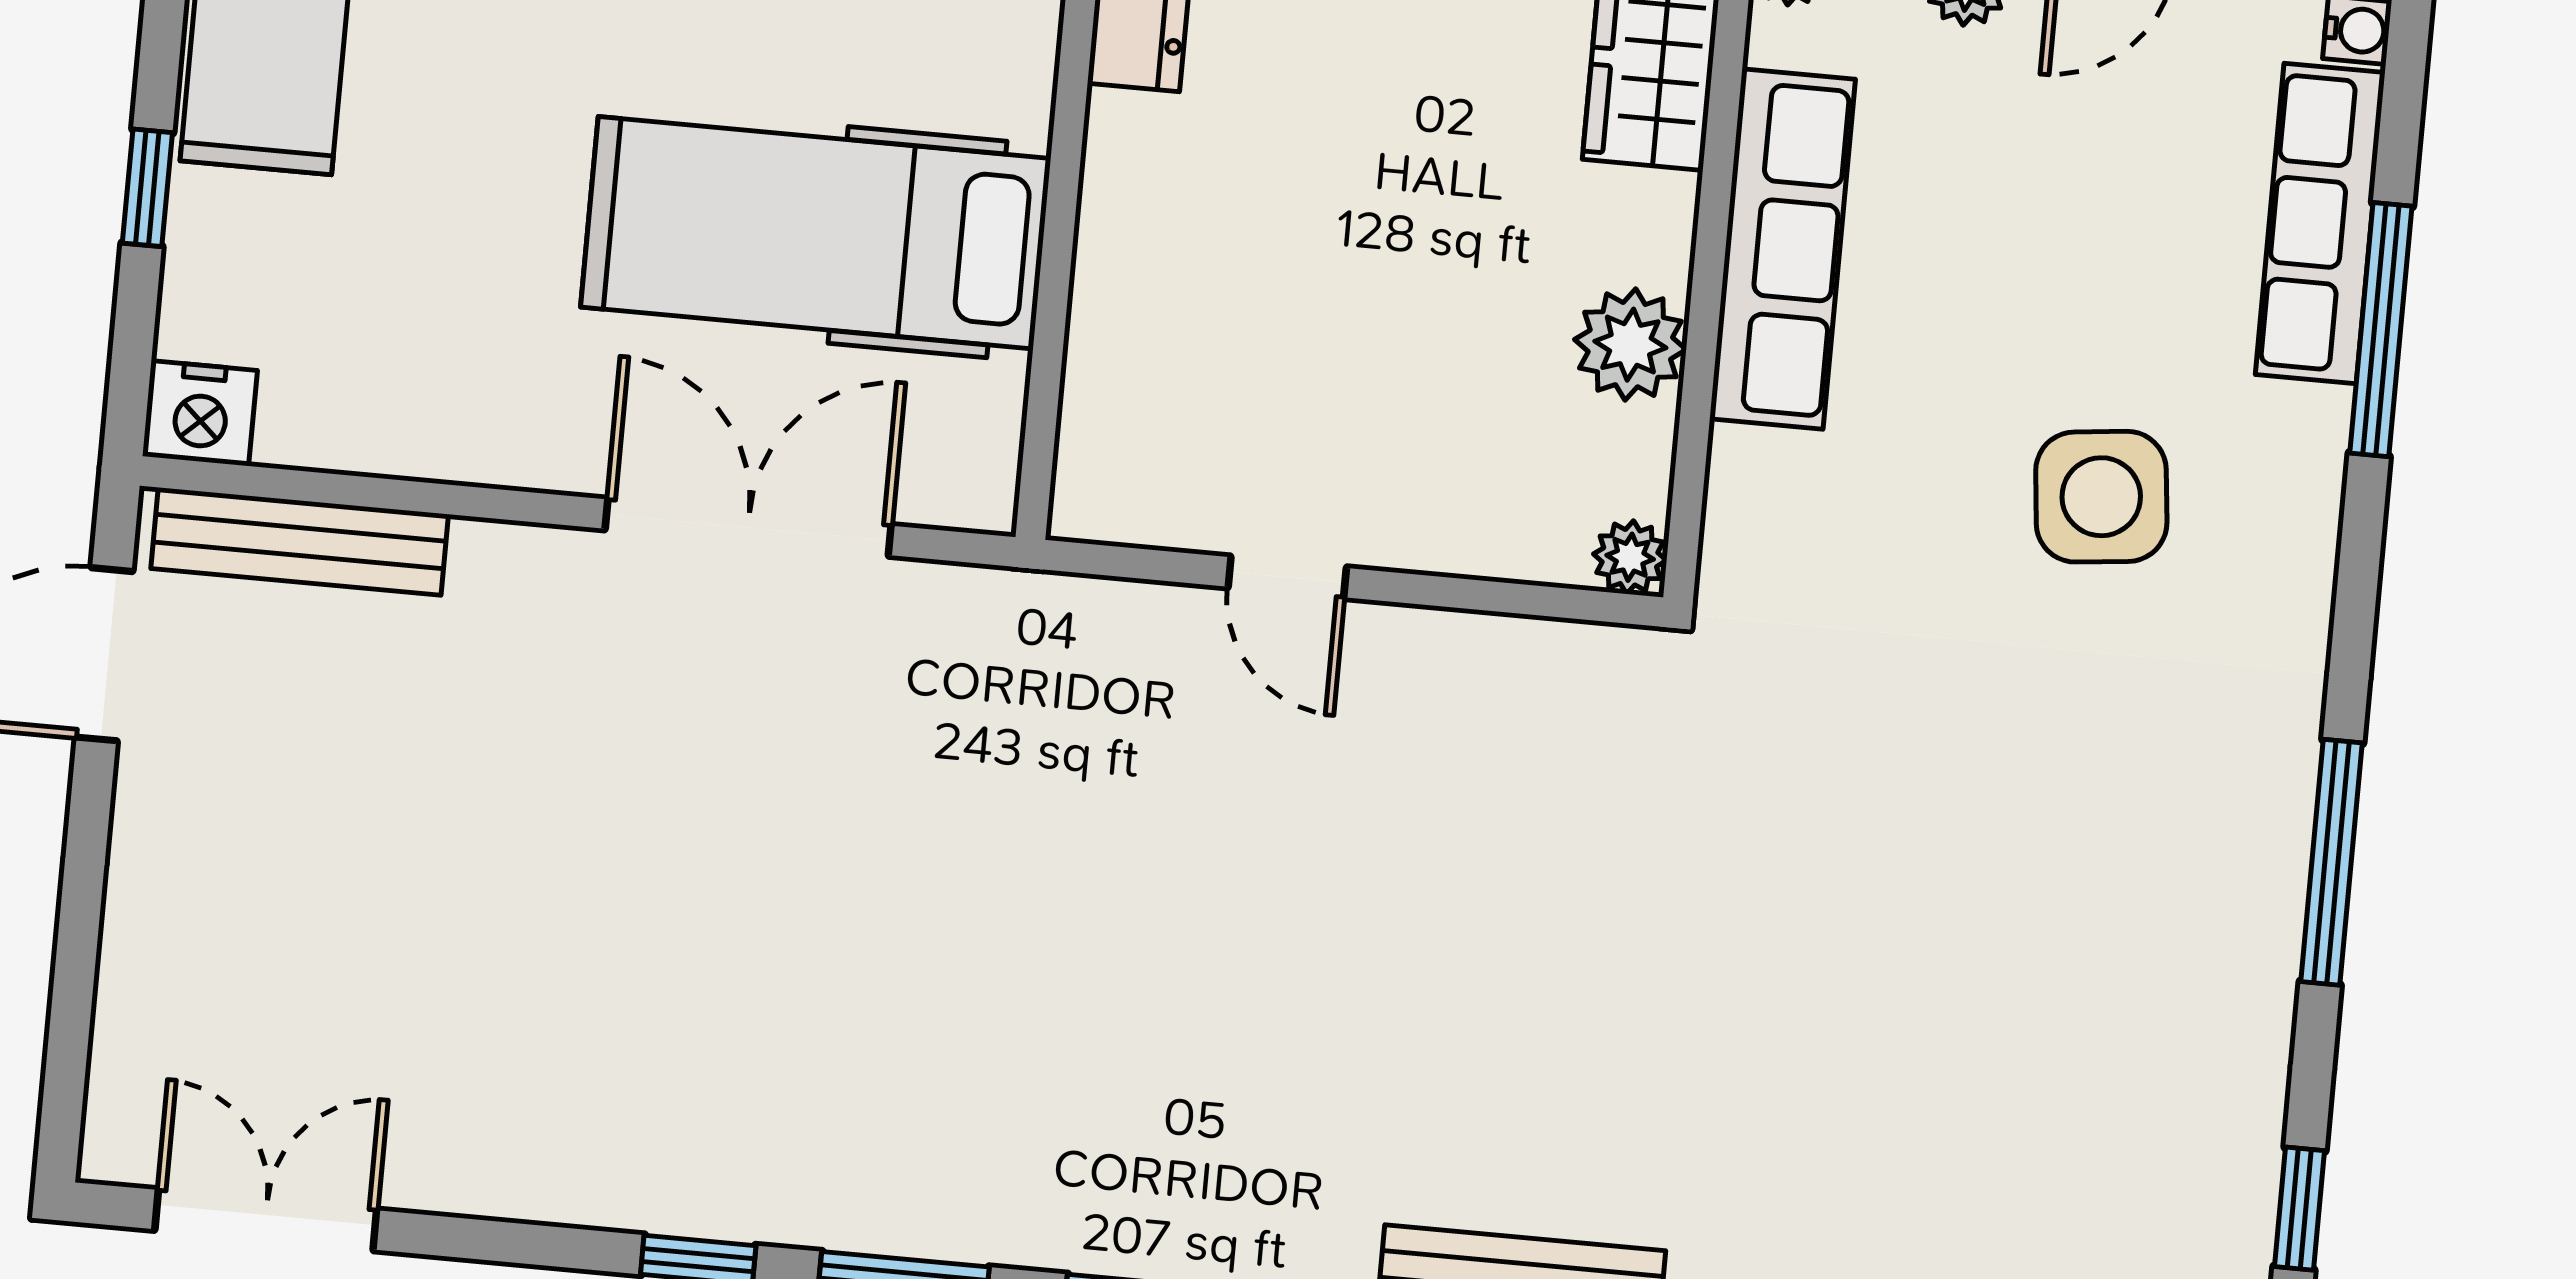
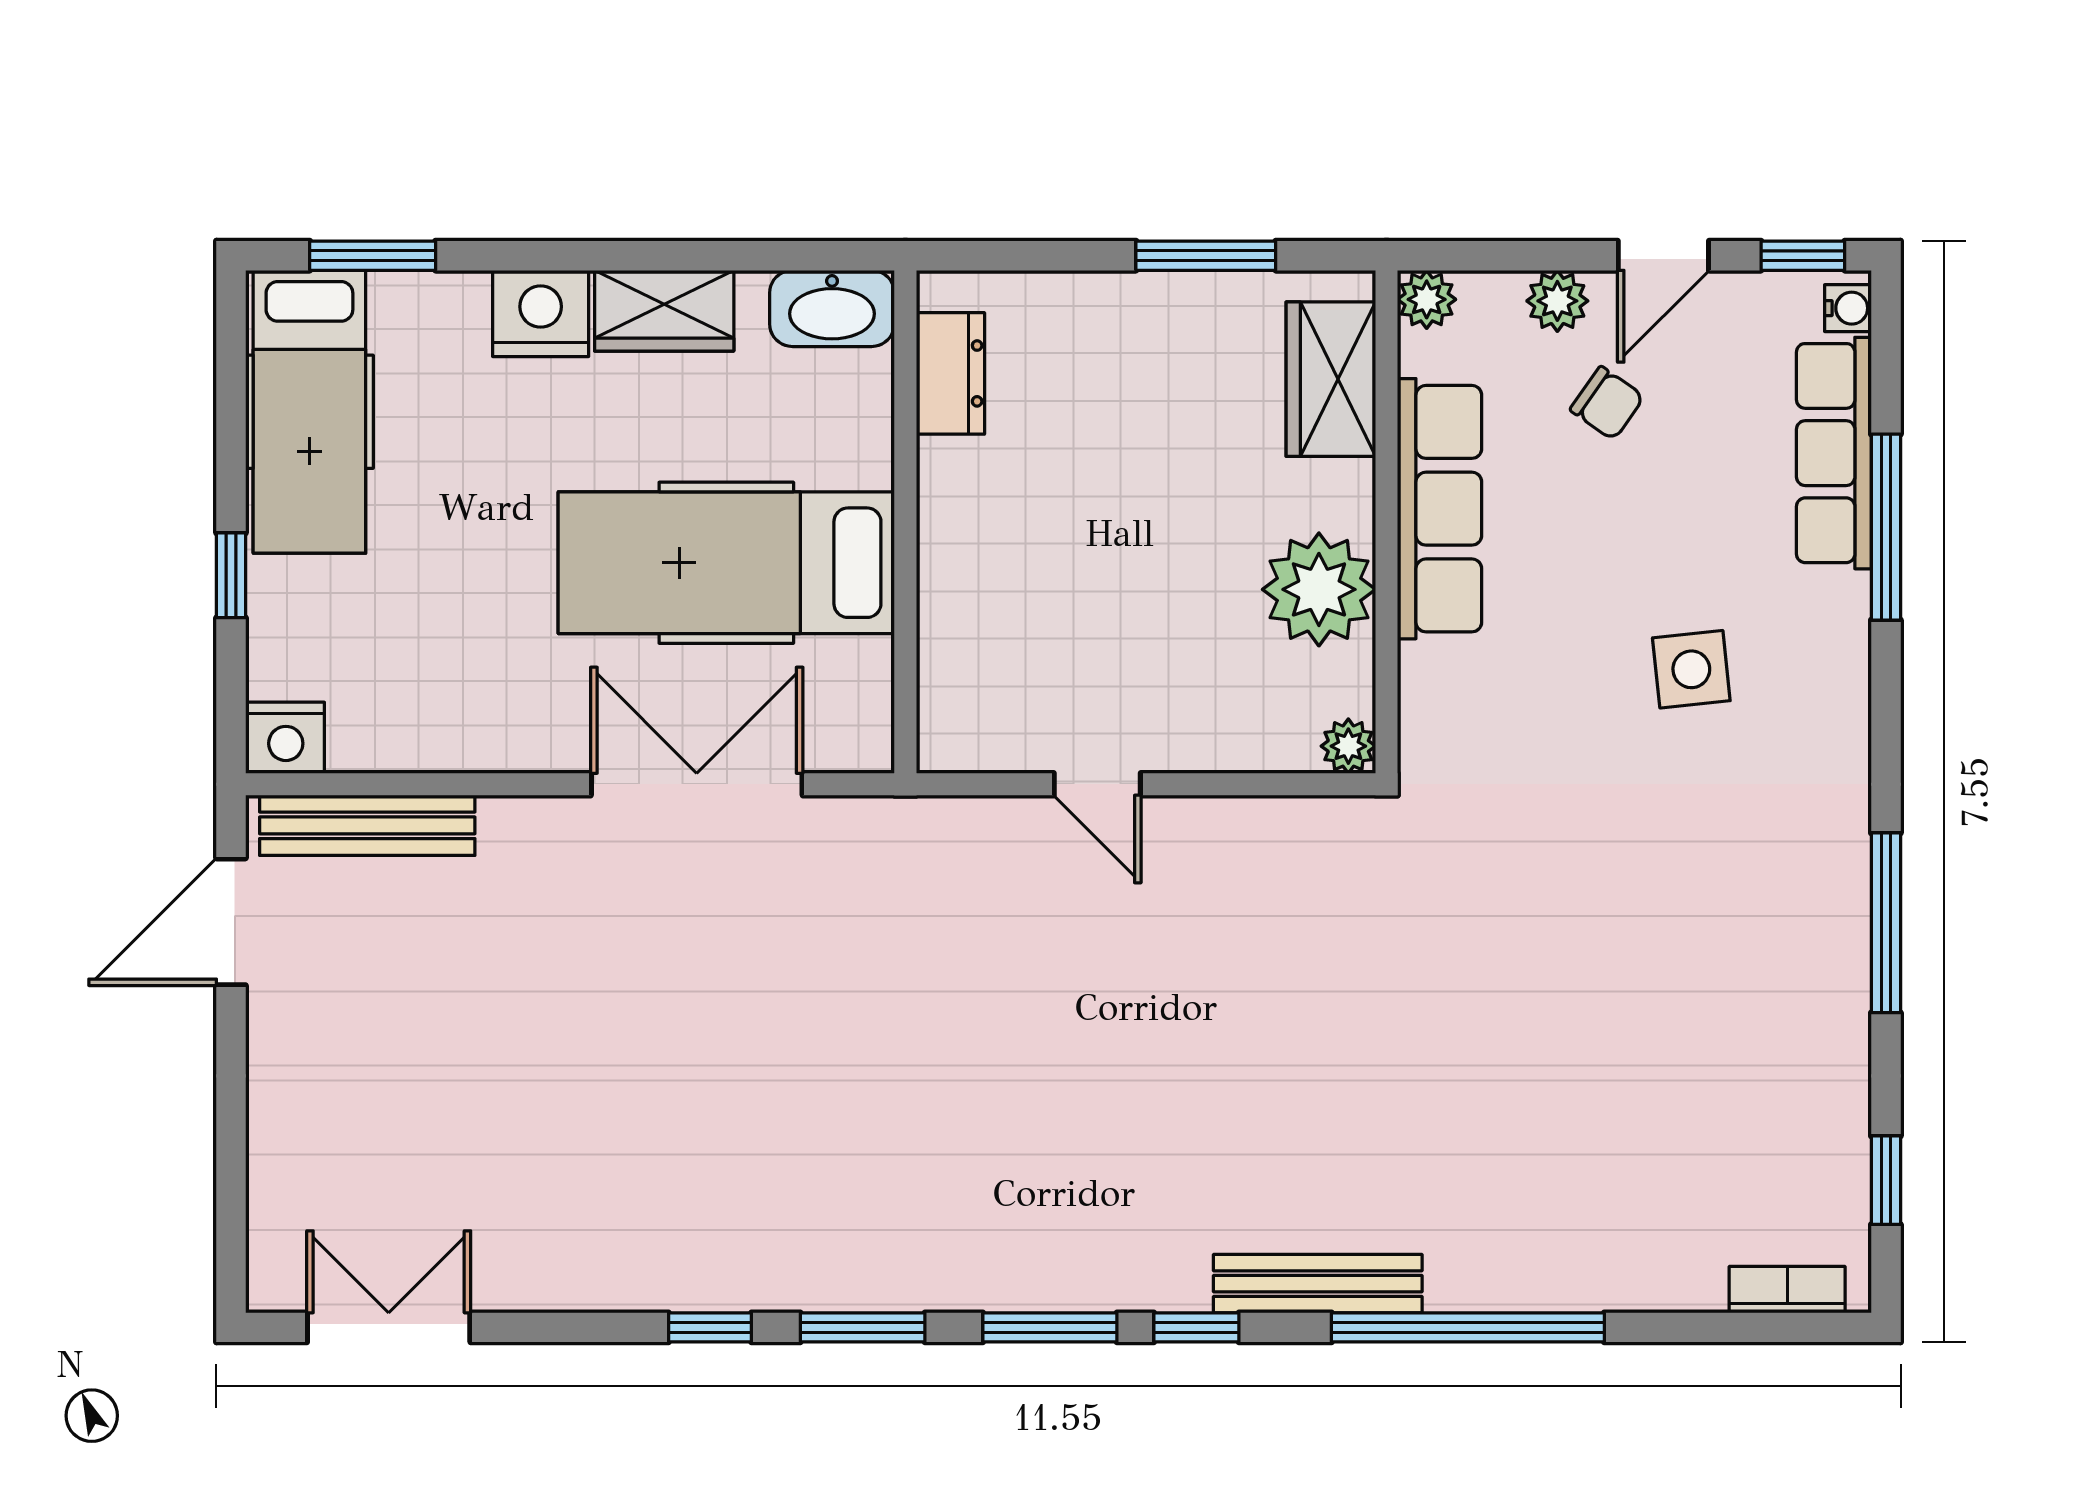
chair: (2021, 128) -> (1607, 403), added
plant: (1630, 345) -> (1319, 589), width x1.36, depth x1.36
side table: (2101, 497) -> (1691, 669), width x0.73, depth x0.73

